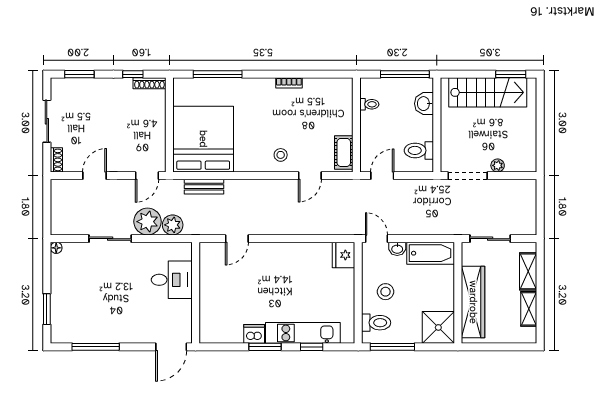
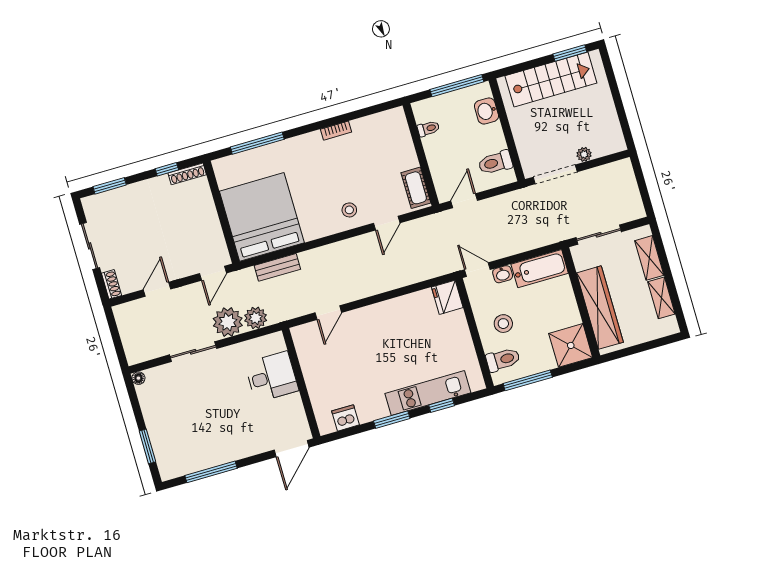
dishwasher: (254, 334) -> (346, 418), moved

